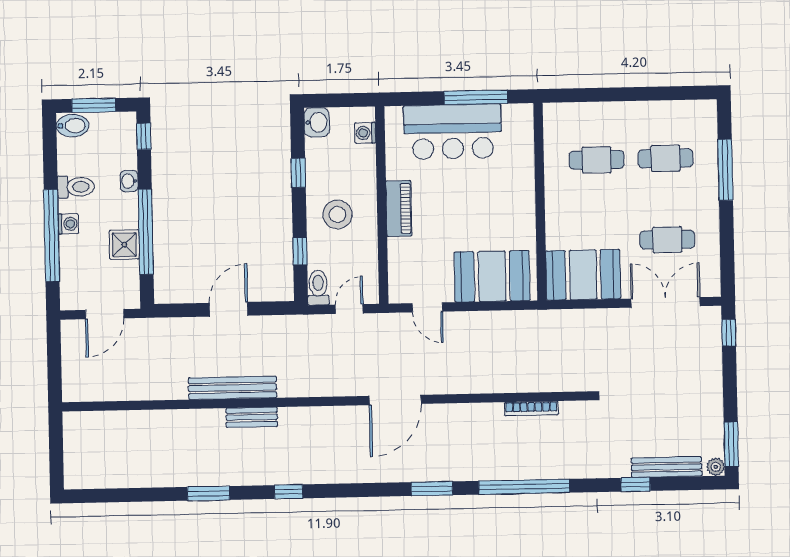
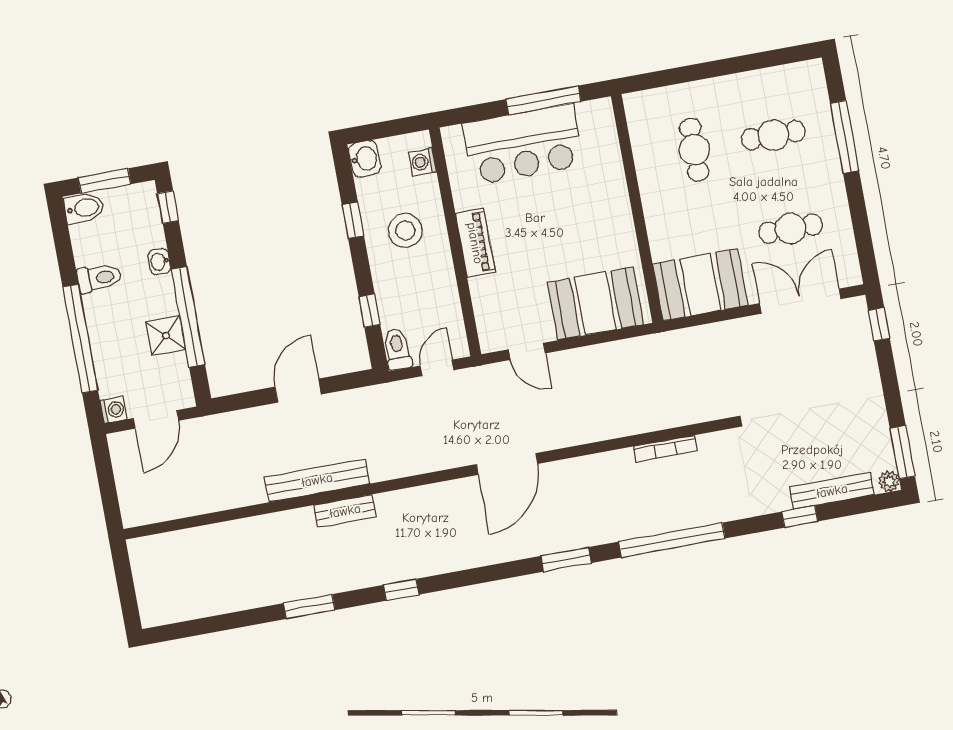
cafe table: (597, 160) -> (694, 150), turned 90
stool: (337, 214) -> (405, 230), moved
washing machine: (68, 224) -> (114, 410), moved

